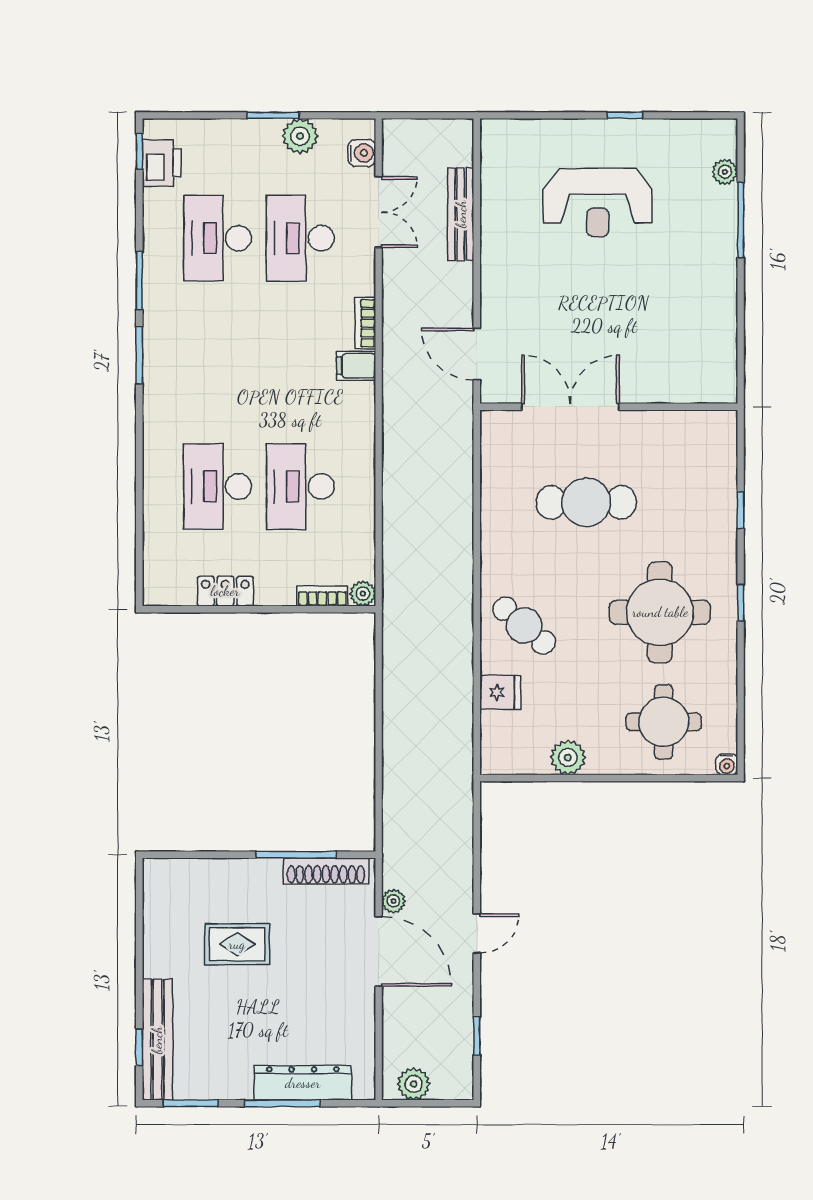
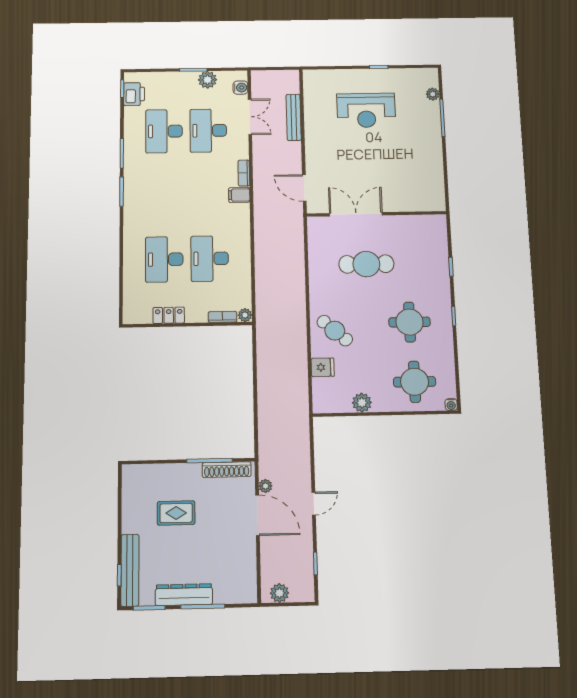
round table: (660, 612) -> (410, 322), width x0.73, depth x0.73
dresser: (303, 1083) -> (184, 595), moved

